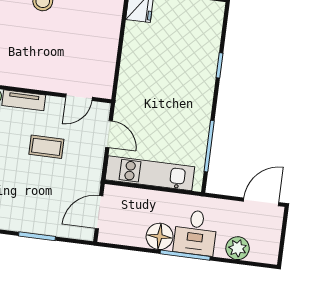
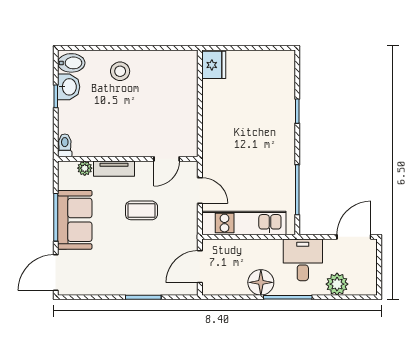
desk: (195, 233) -> (303, 260), moved, turned 180

